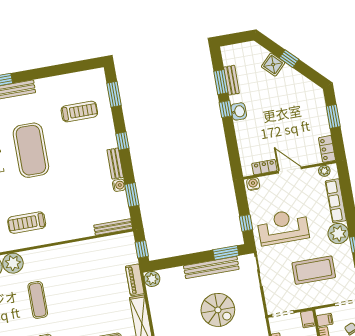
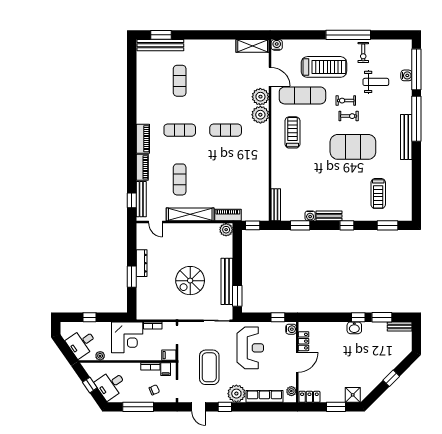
shower: (273, 65) -> (353, 395), moved, turned 45
bench: (231, 80) -> (400, 326), moved
window: (246, 223) -> (278, 317), moved

